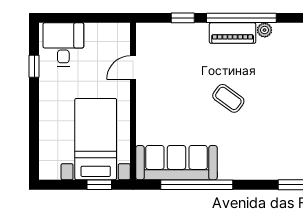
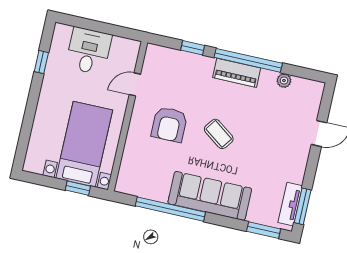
plant: (265, 30) -> (284, 81), moved
desk: (63, 45) -> (89, 51), moved
armchair: (177, 100) -> (169, 124), added
sofa: (176, 163) -> (210, 196), moved

